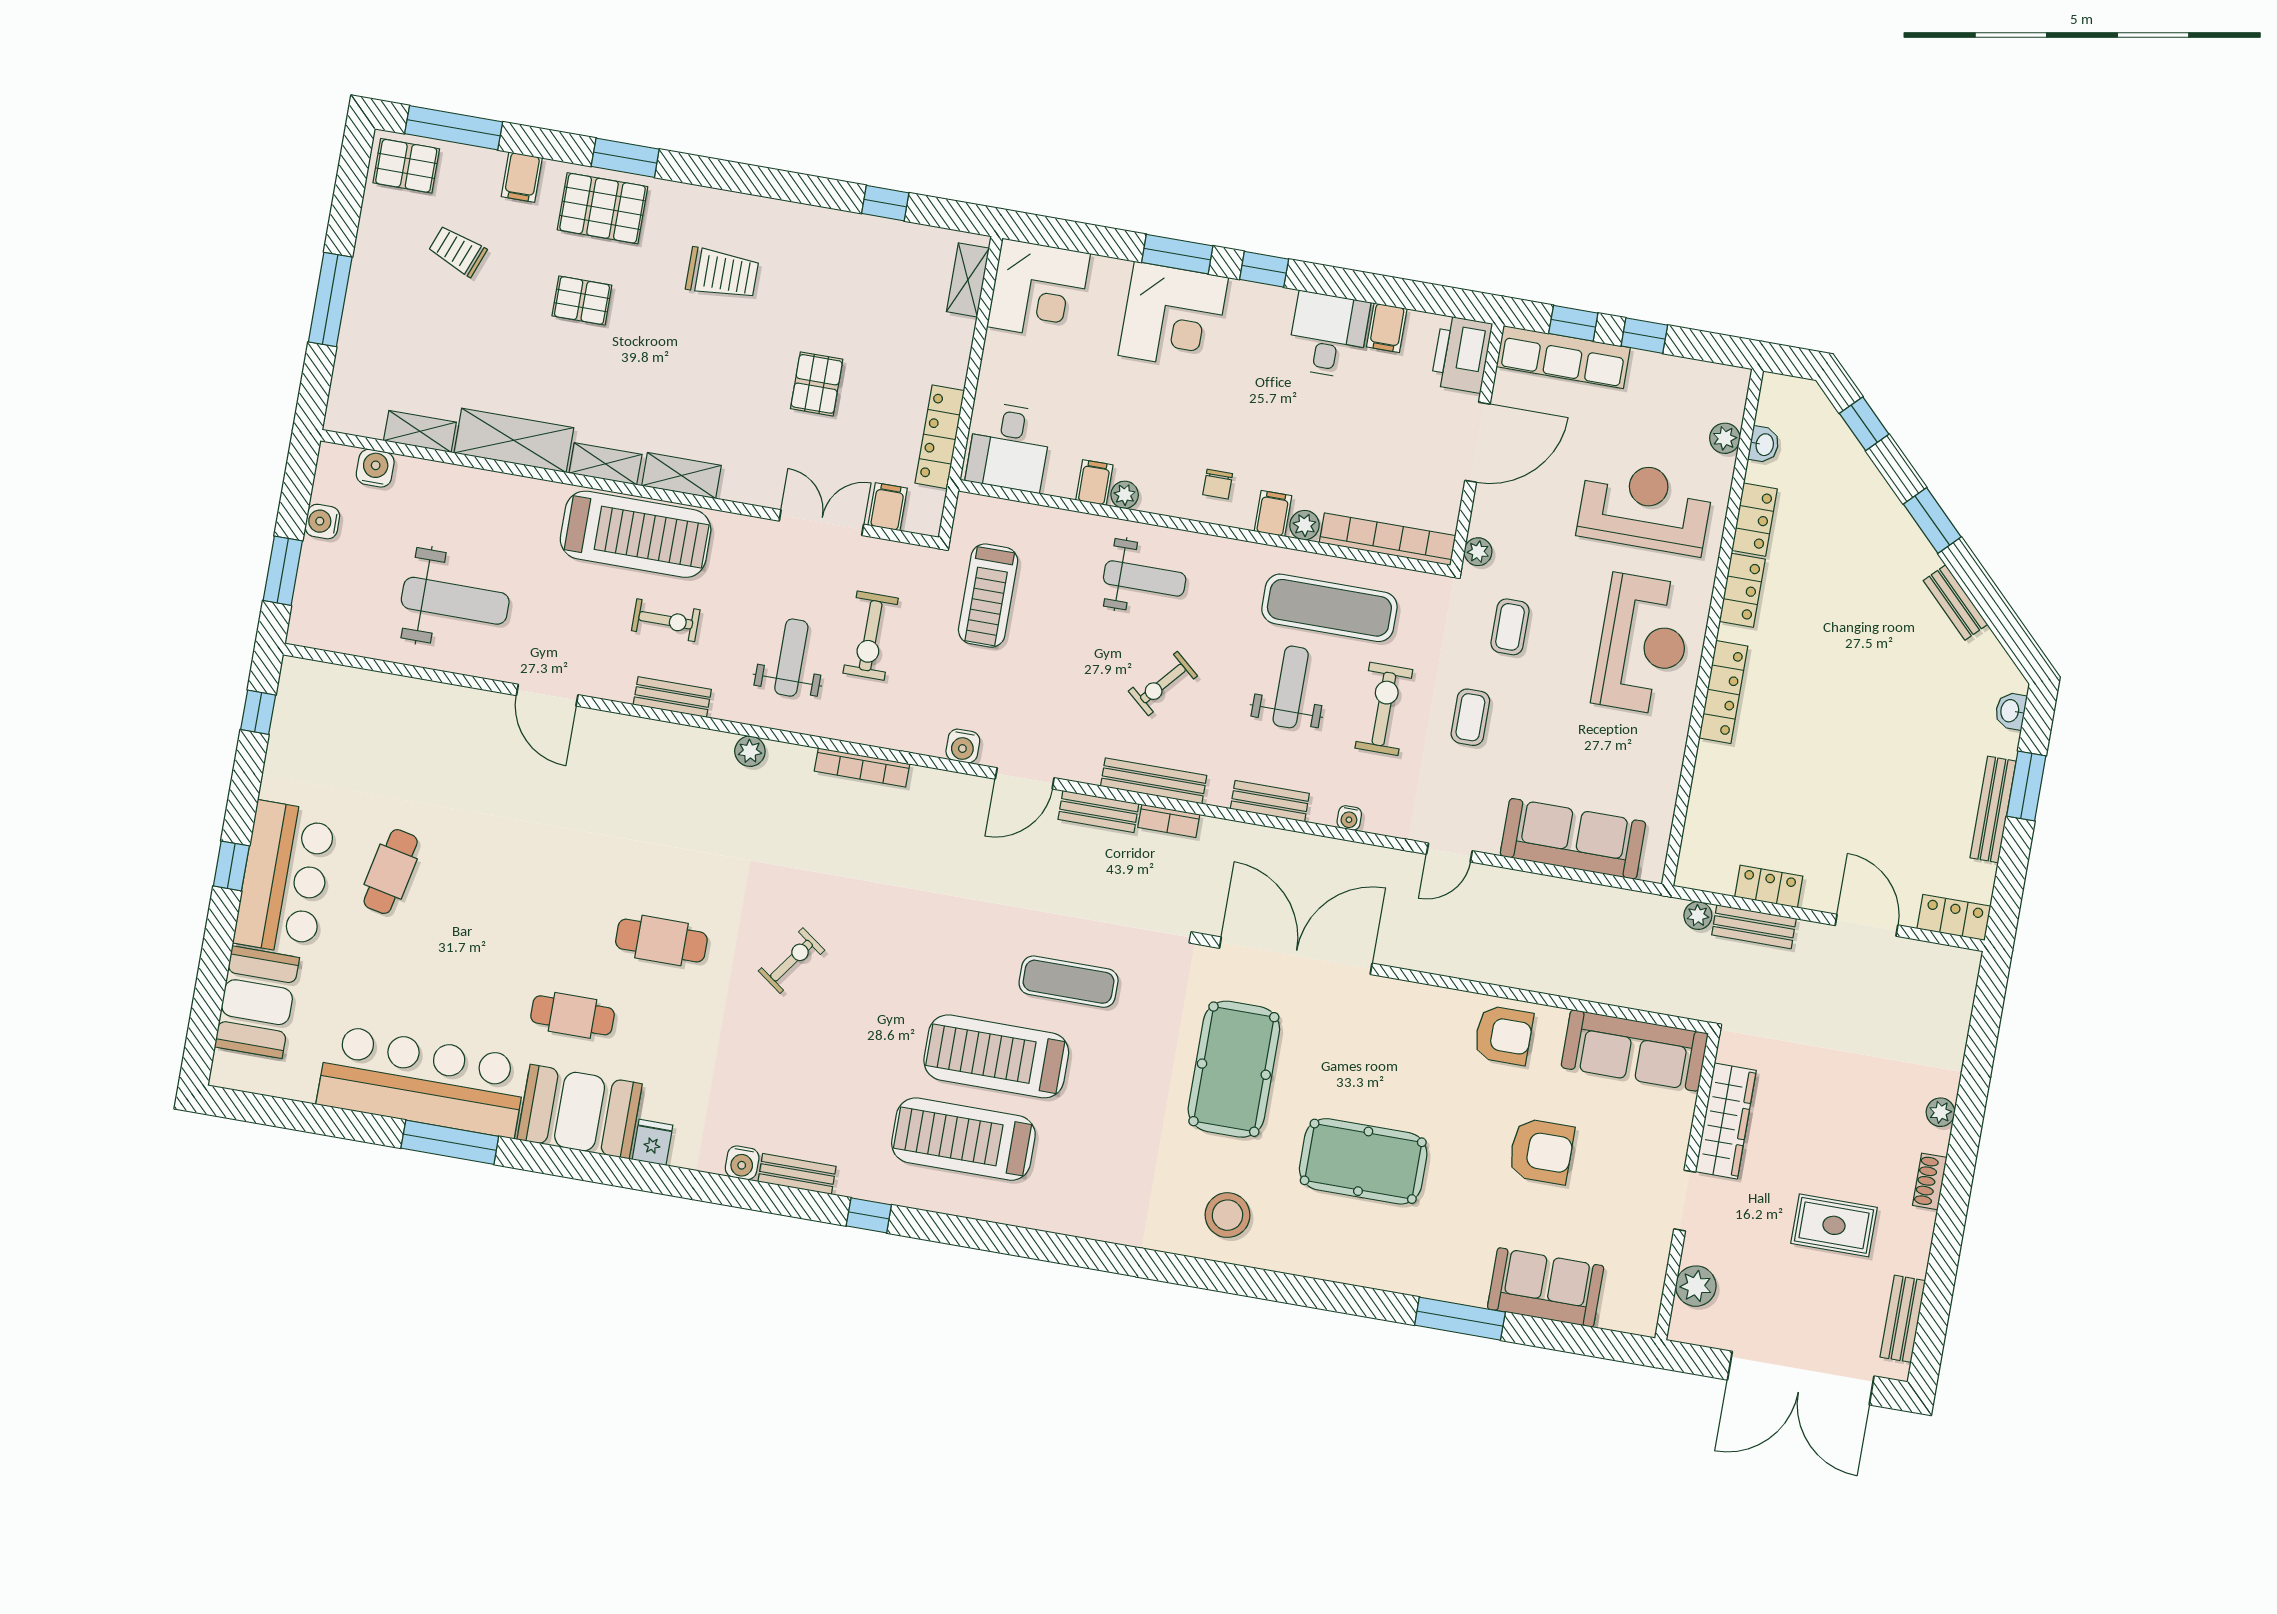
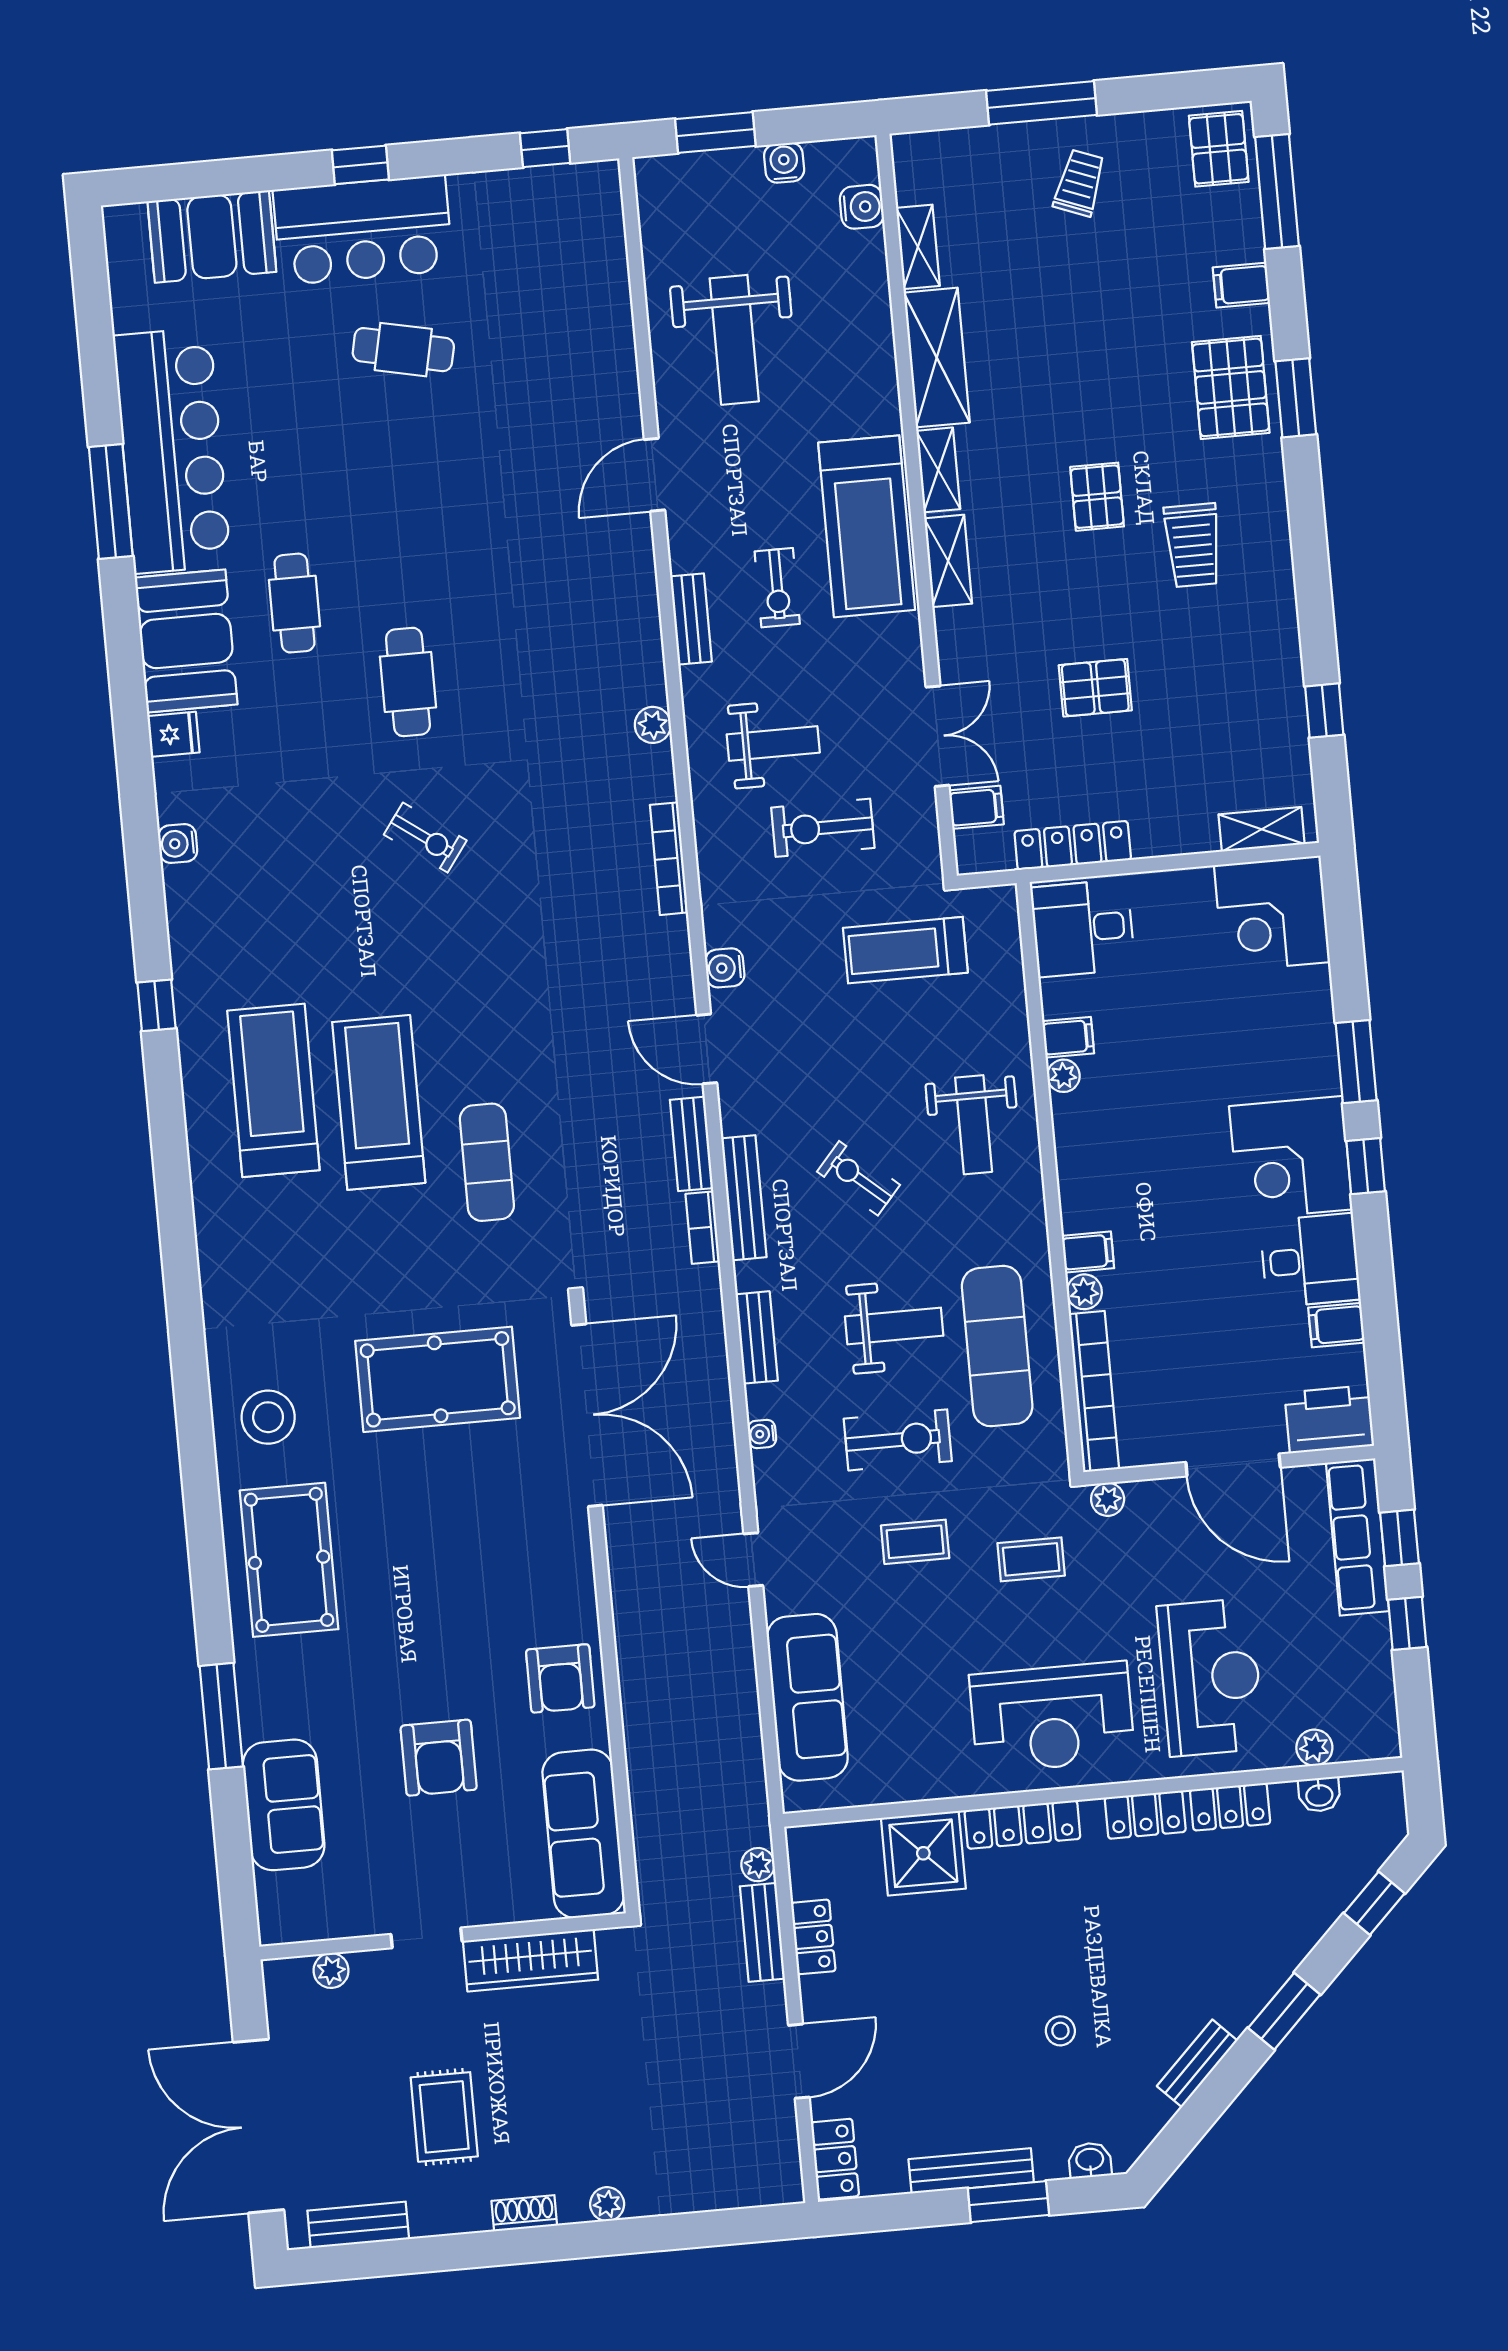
trolley: (458, 251) -> (1080, 183), moved
pallet: (582, 301) -> (1097, 497), moved
corner desk: (1173, 316) -> (1291, 1158), moved
chair: (1218, 484) -> (1104, 1179), removed
stool: (1899, 706) -> (1060, 2031), added
shower: (1725, 779) -> (923, 1853), added
pool table: (1363, 1161) -> (289, 1560), moved
bench: (797, 1174) -> (182, 910), removed
plant: (1696, 1286) -> (331, 1970), width x0.73, depth x0.73

